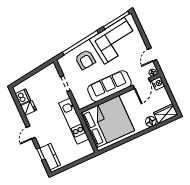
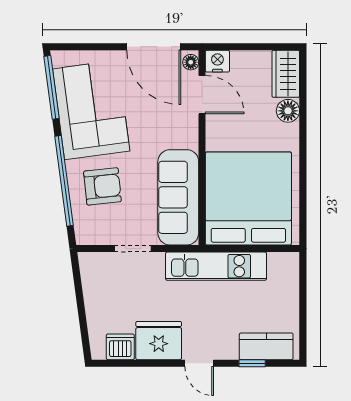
door: (152, 55) -> (154, 47), width x1.87
sofa: (109, 86) -> (178, 197), moved
fridge: (29, 108) -> (159, 341), width x1.88, depth x1.34

